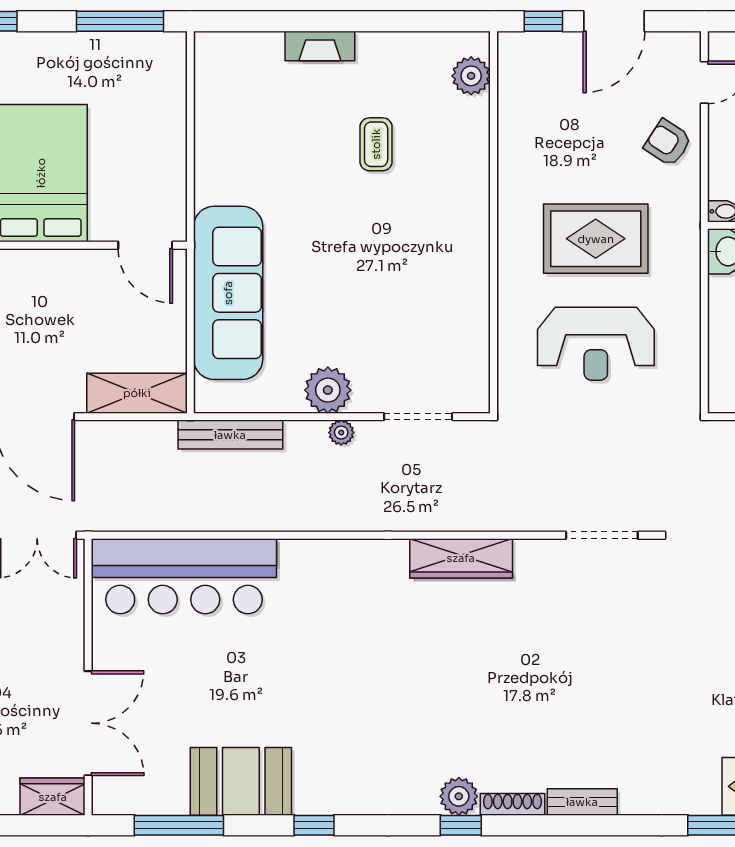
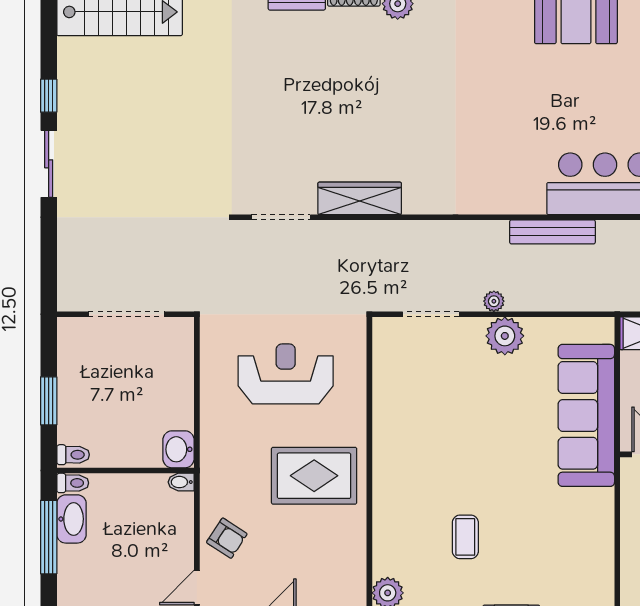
rug: (596, 239) -> (314, 476), moved
bench: (230, 435) -> (552, 232), moved
wardrobe: (461, 558) -> (360, 198), moved

